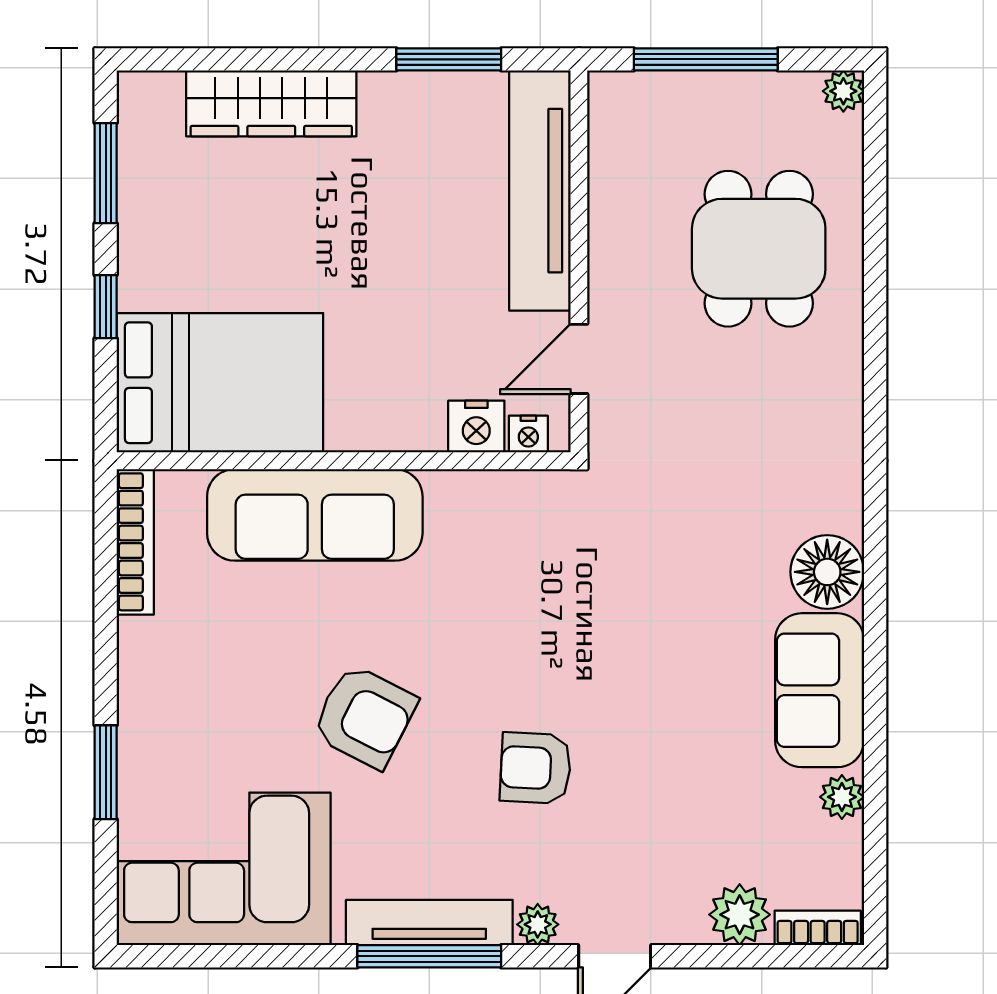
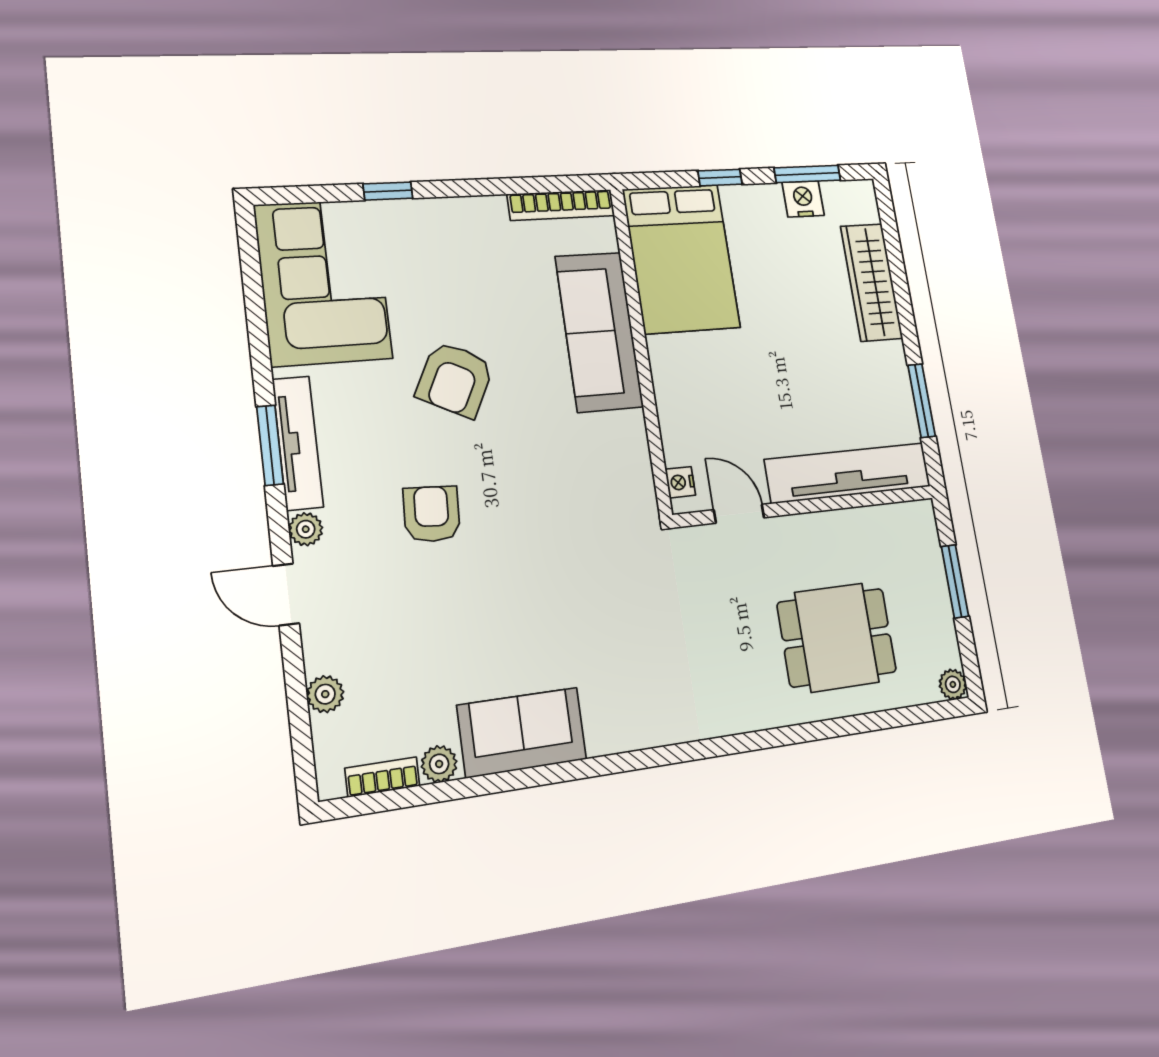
window: (706, 59) -> (955, 581), width x0.69
nightstand: (476, 427) -> (803, 199), moved, turned 90
floor lamp: (827, 572) -> (614, 725), removed
window: (106, 772) -> (388, 191), width x0.67
plant: (740, 915) -> (325, 694), width x0.73, depth x0.73
bookcase: (818, 928) -> (382, 777), moved, turned -90
window: (429, 956) -> (270, 445), width x0.69

